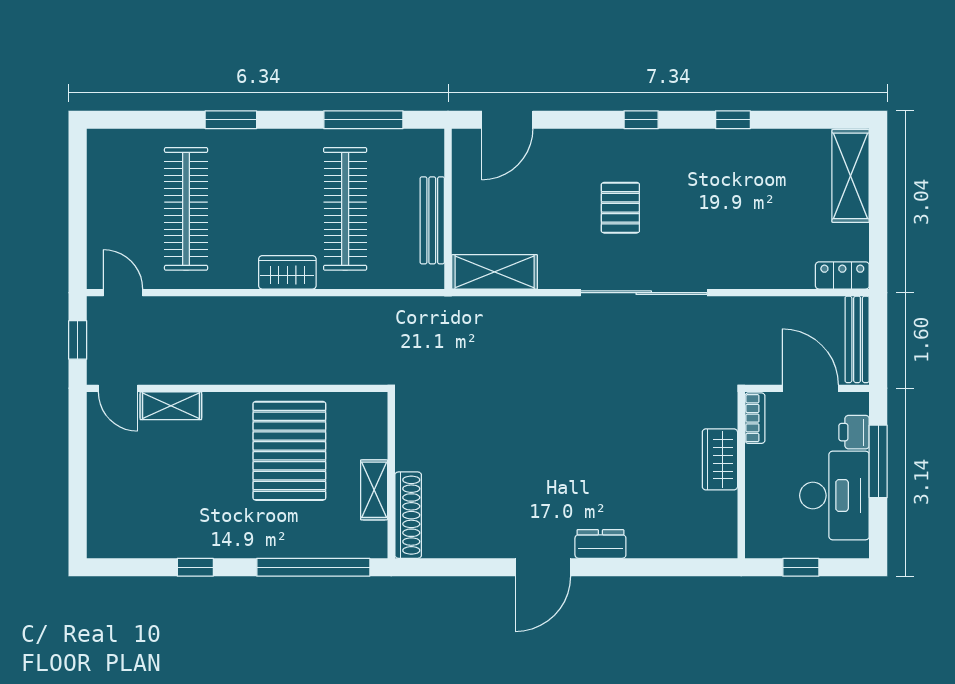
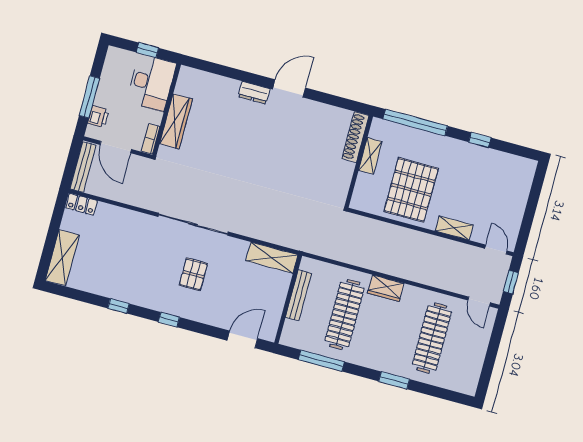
shelving: (171, 406) -> (454, 228), moved
wardrobe: (720, 459) -> (176, 121), width x1.50
desk: (834, 495) -> (151, 83), moved, turned 180

